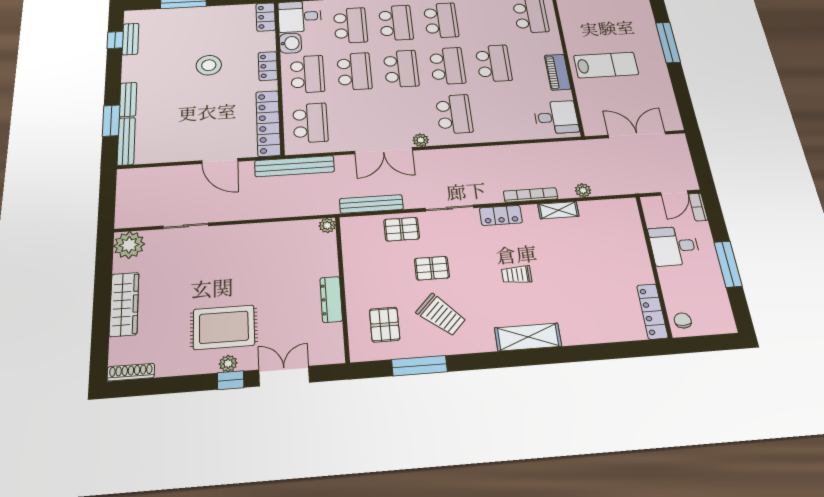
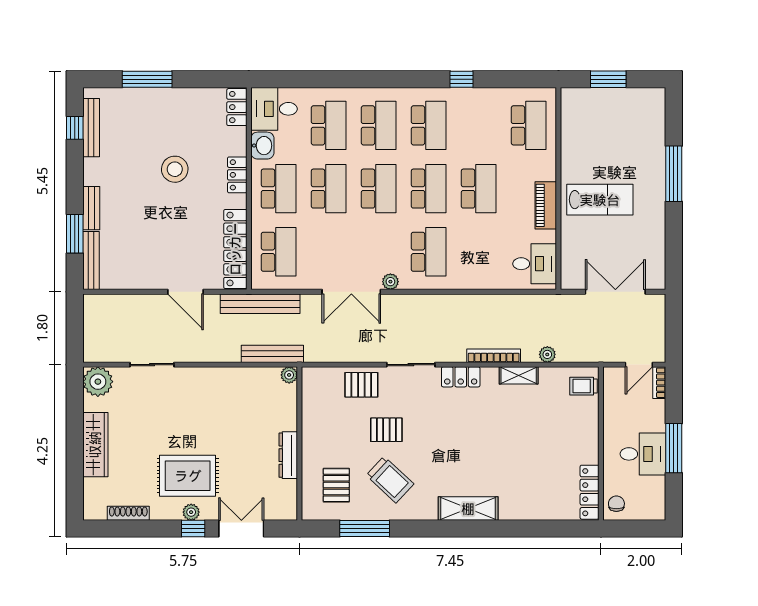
bench: (130, 39) -> (91, 128), width x1.36
bench: (371, 204) -> (272, 354), moved
desk: (674, 246) -> (643, 454), moved, turned 180
trolley: (517, 275) -> (584, 386), moved
shoe rack: (131, 372) -> (128, 513), moved

